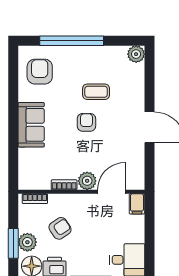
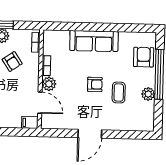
plant: (136, 54) -> (148, 94), moved
armchair: (40, 72) -> (144, 57), moved, turned -90
sofa: (31, 125) -> (94, 41), width x1.36

